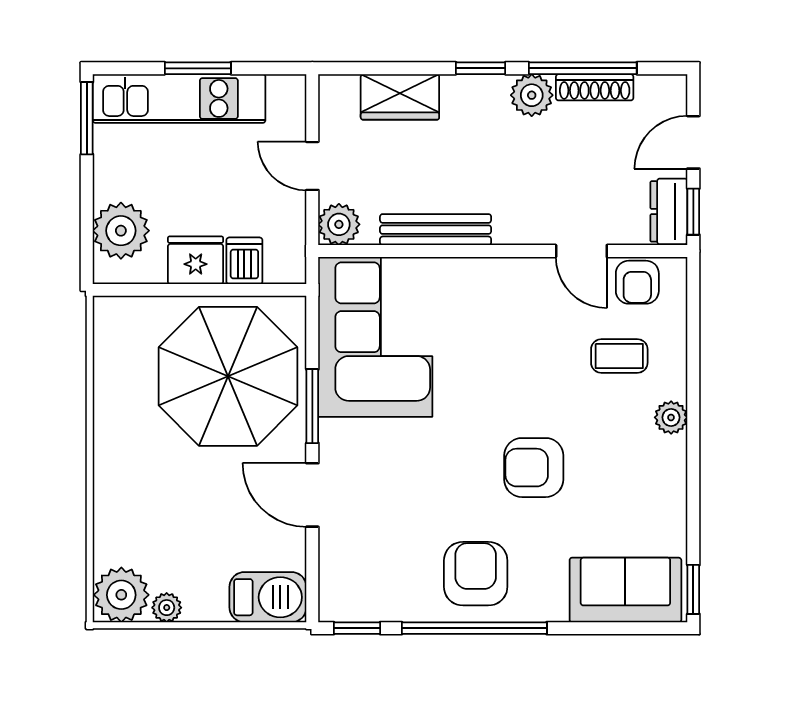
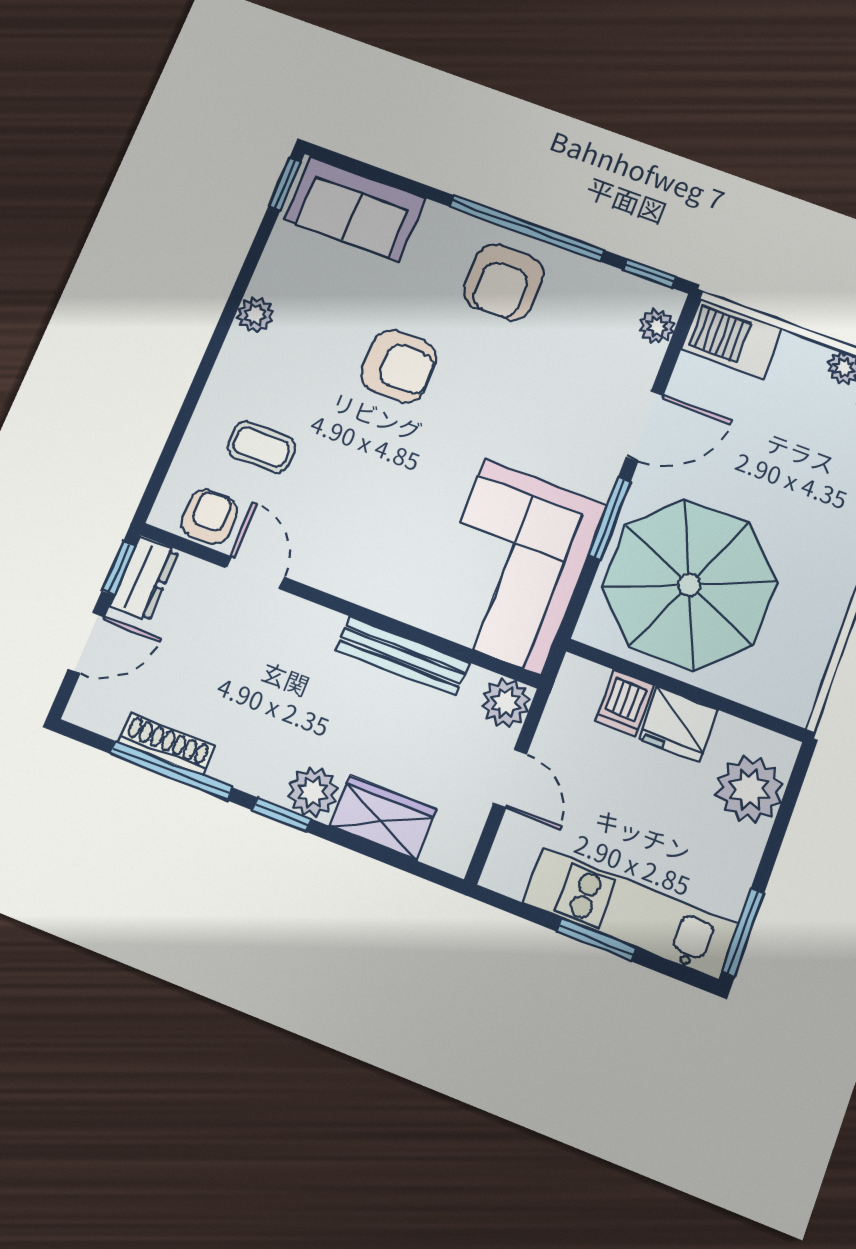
plant: (532, 95) -> (313, 792), moved
plant: (671, 417) -> (255, 315), moved
door: (312, 495) -> (645, 426), hinge flipped
plant: (334, 584) -> (657, 326), added

